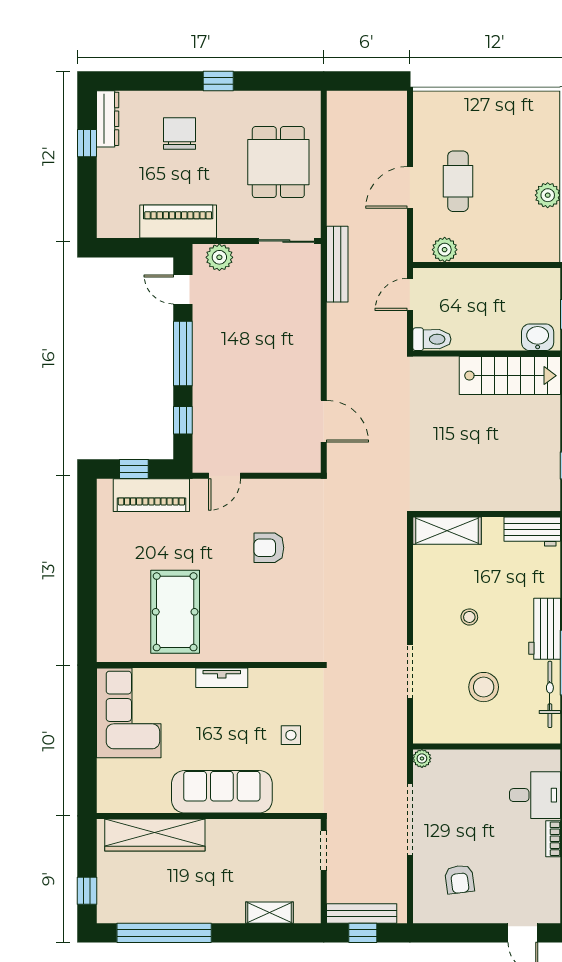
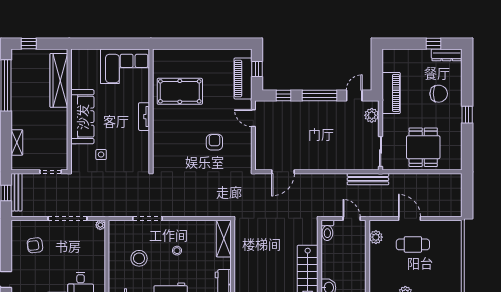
dining table: (278, 162) -> (423, 147), turned 90
side table: (291, 735) -> (101, 155), moved

